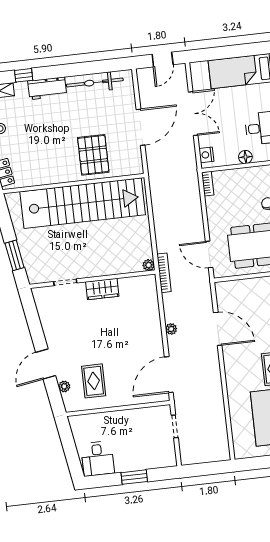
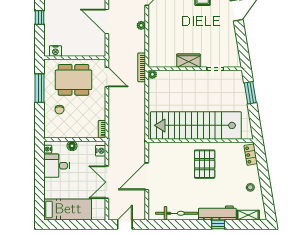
window: (24, 75) -> (218, 225), moved
workbench: (47, 88) -> (217, 213), width x1.38
pallet: (93, 155) -> (205, 164), moved

